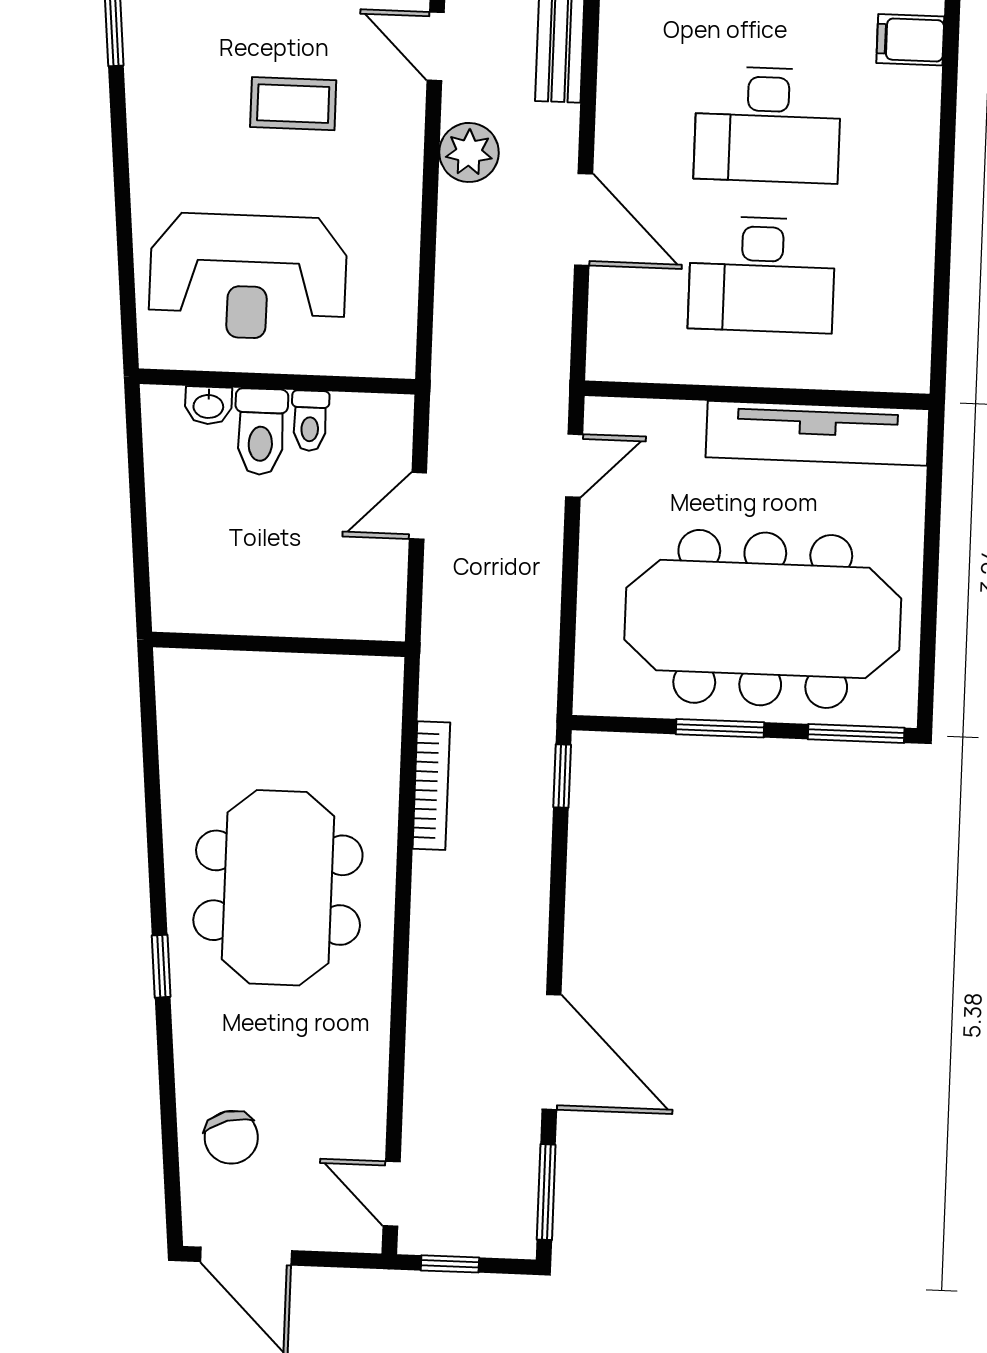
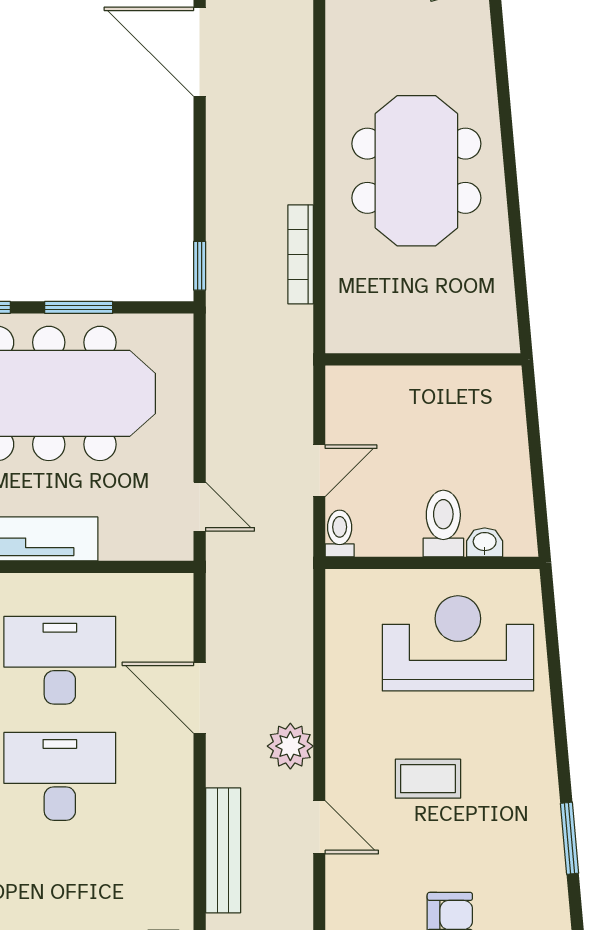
toilet: (310, 421) -> (340, 533), moved
door: (574, 466) -> (200, 507), swing flipped
window: (161, 966) -> (505, 106), removed

